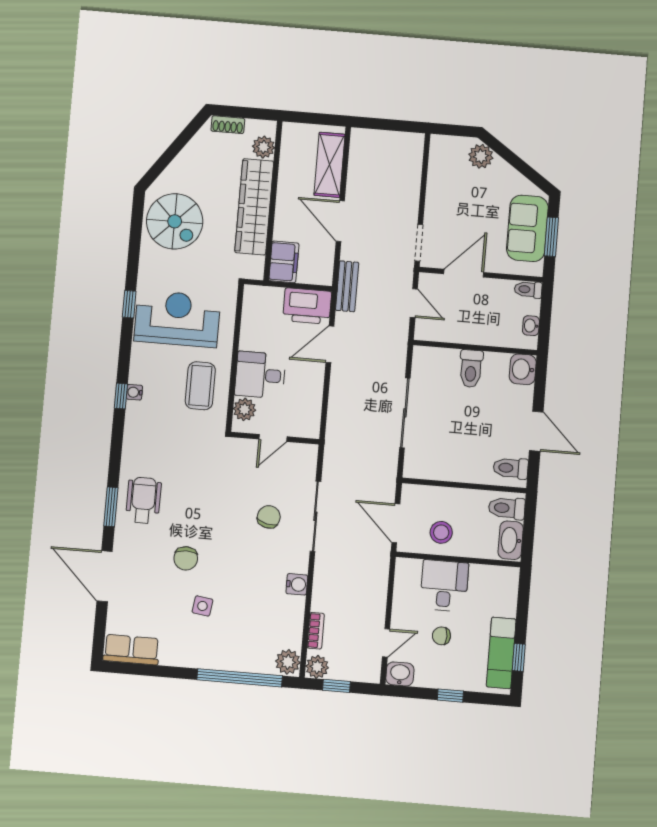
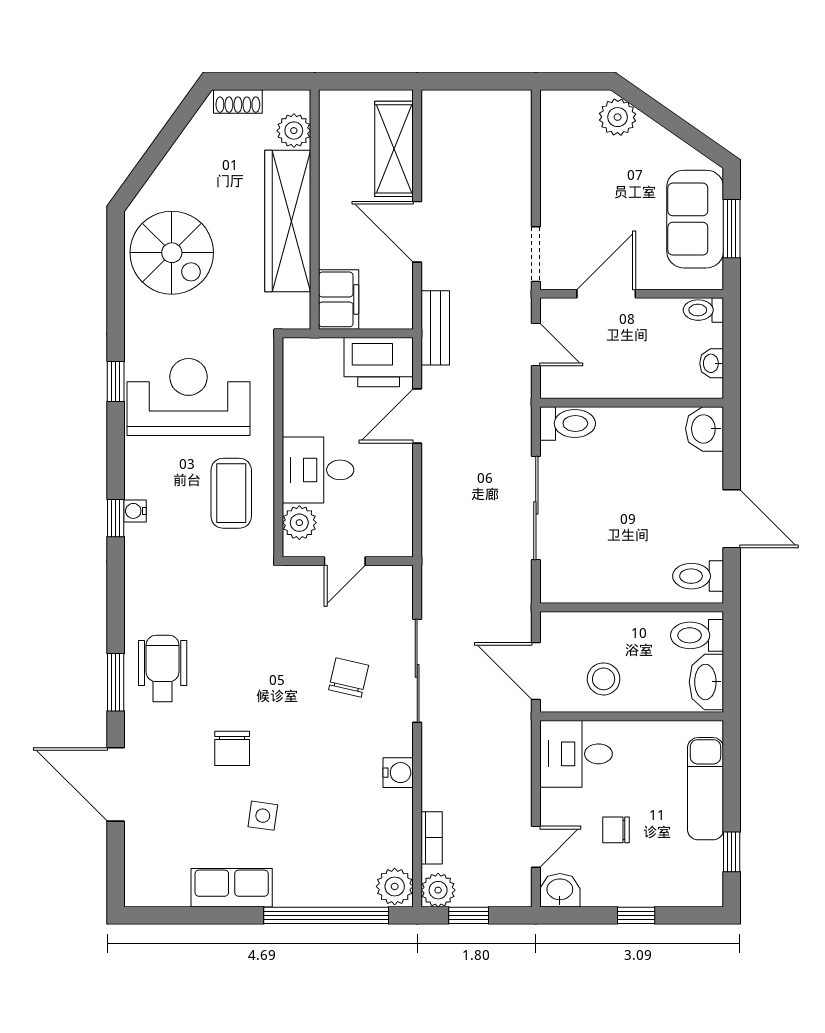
toilet: (471, 369) -> (568, 423), moved, turned -90
desk: (444, 586) -> (576, 754), moved, turned -90
row of seats: (131, 650) -> (232, 888), moved
exam couch: (501, 653) -> (705, 789), moved

